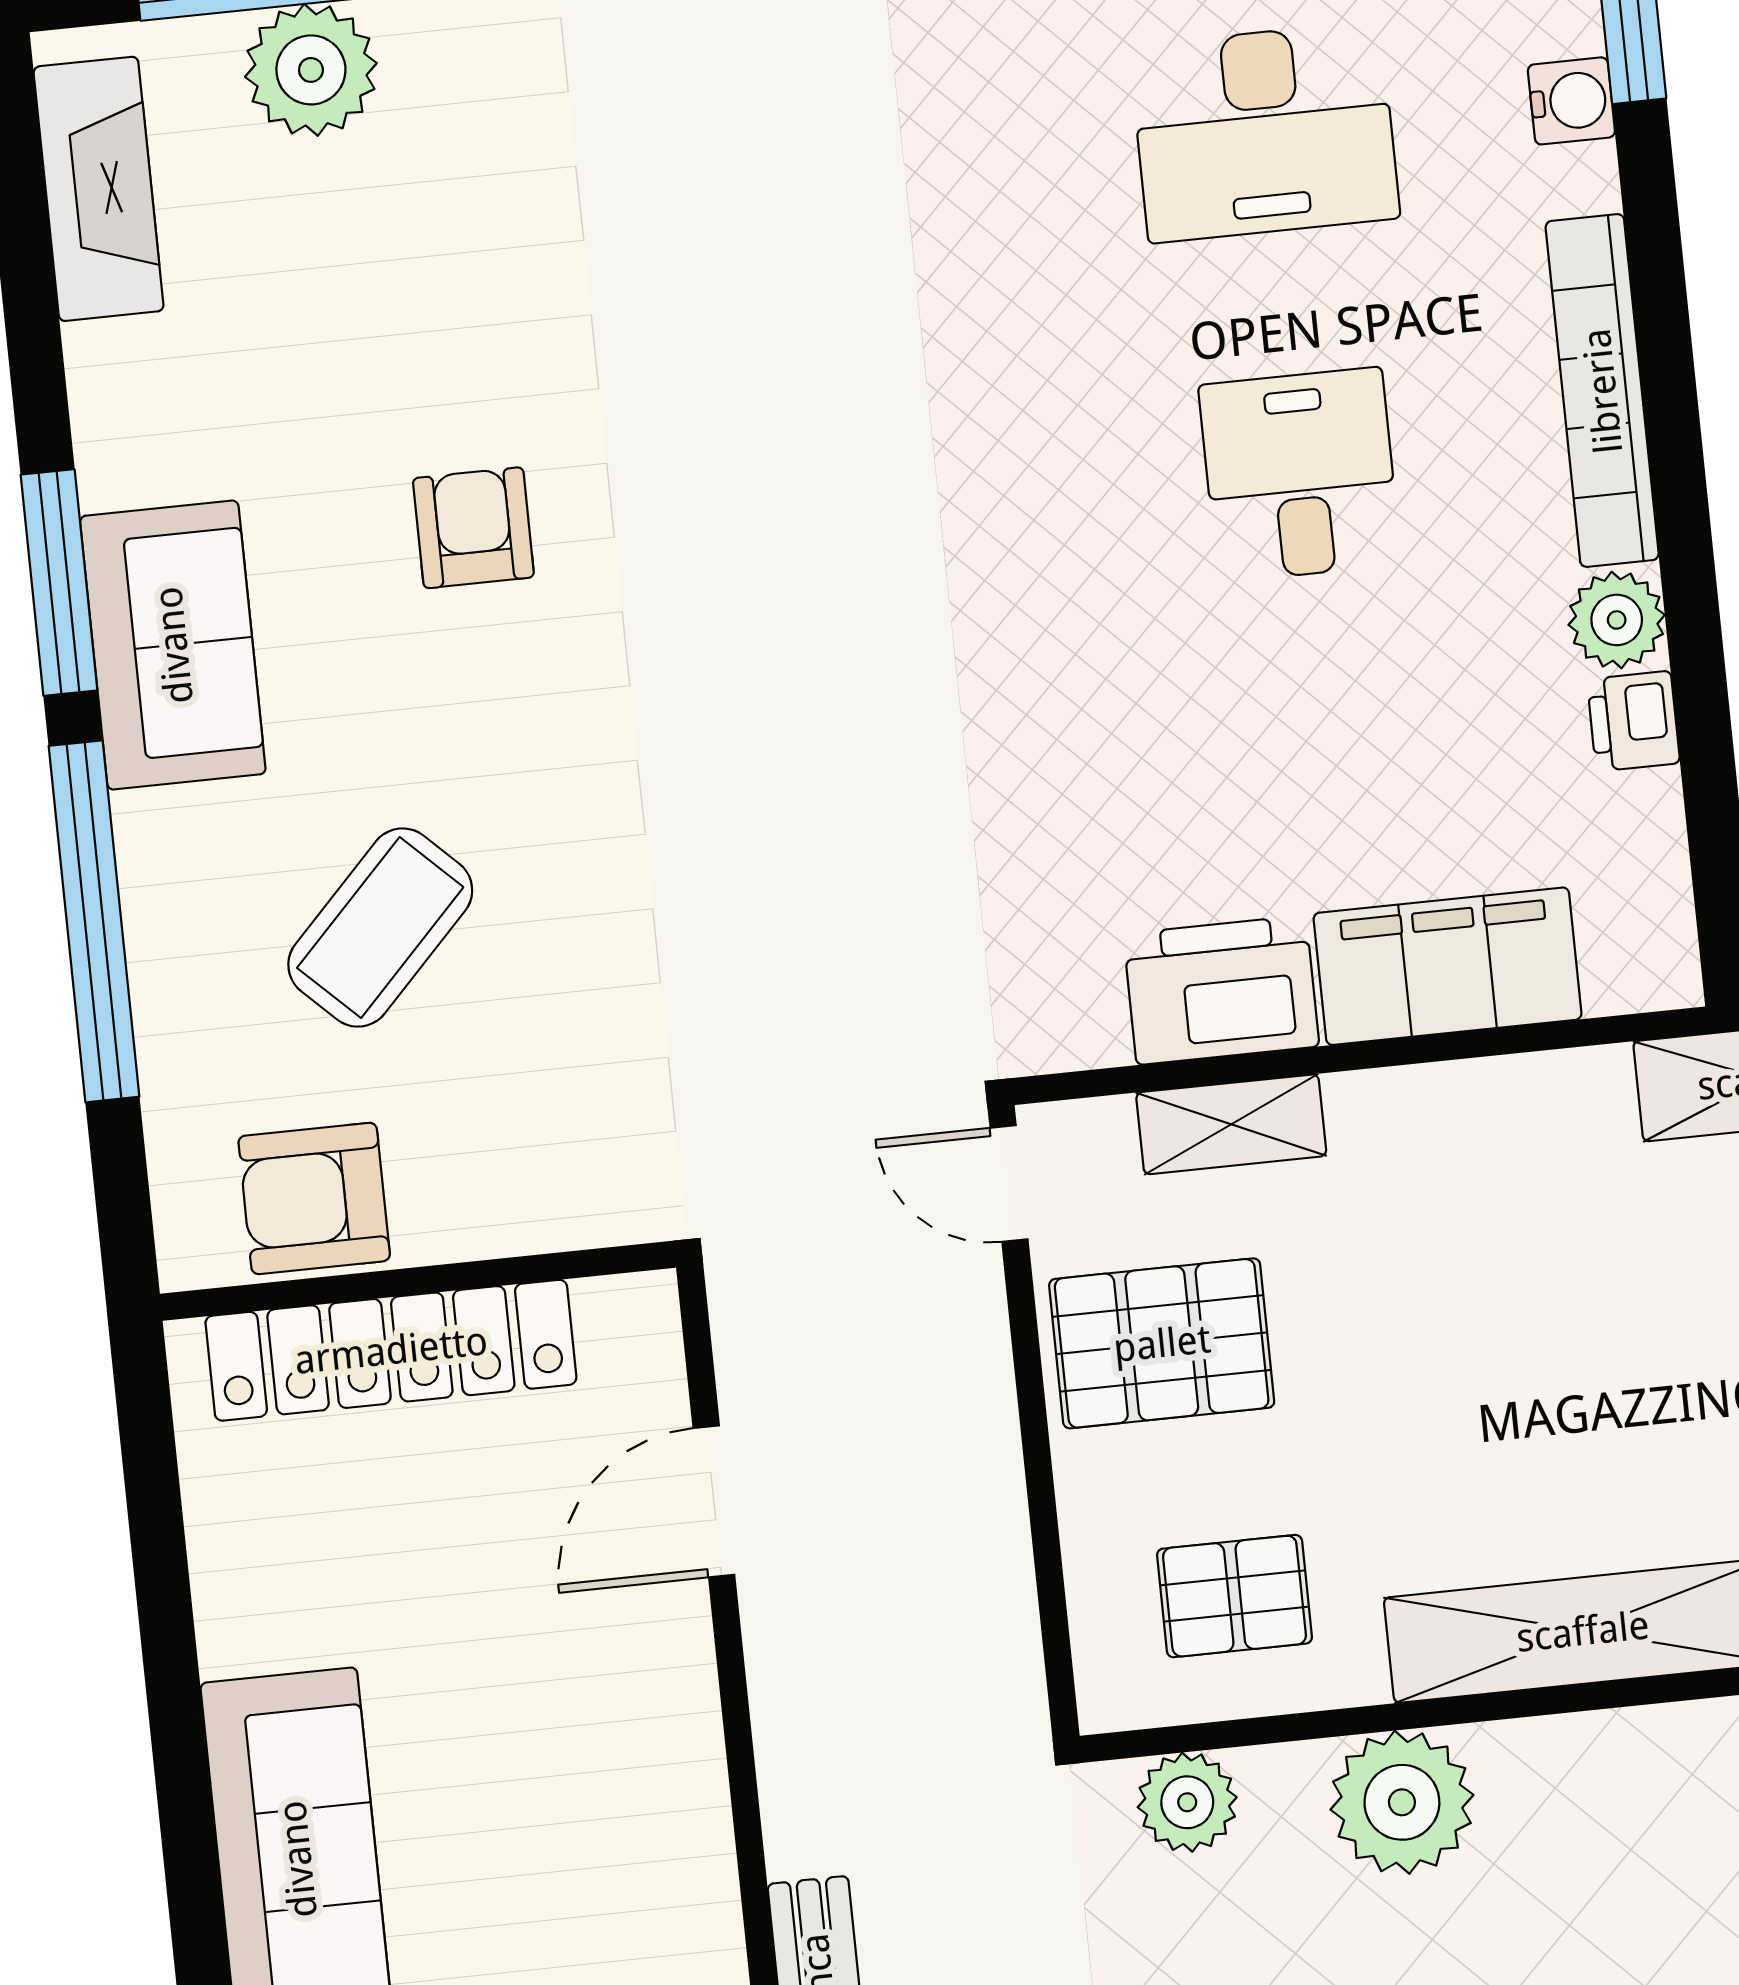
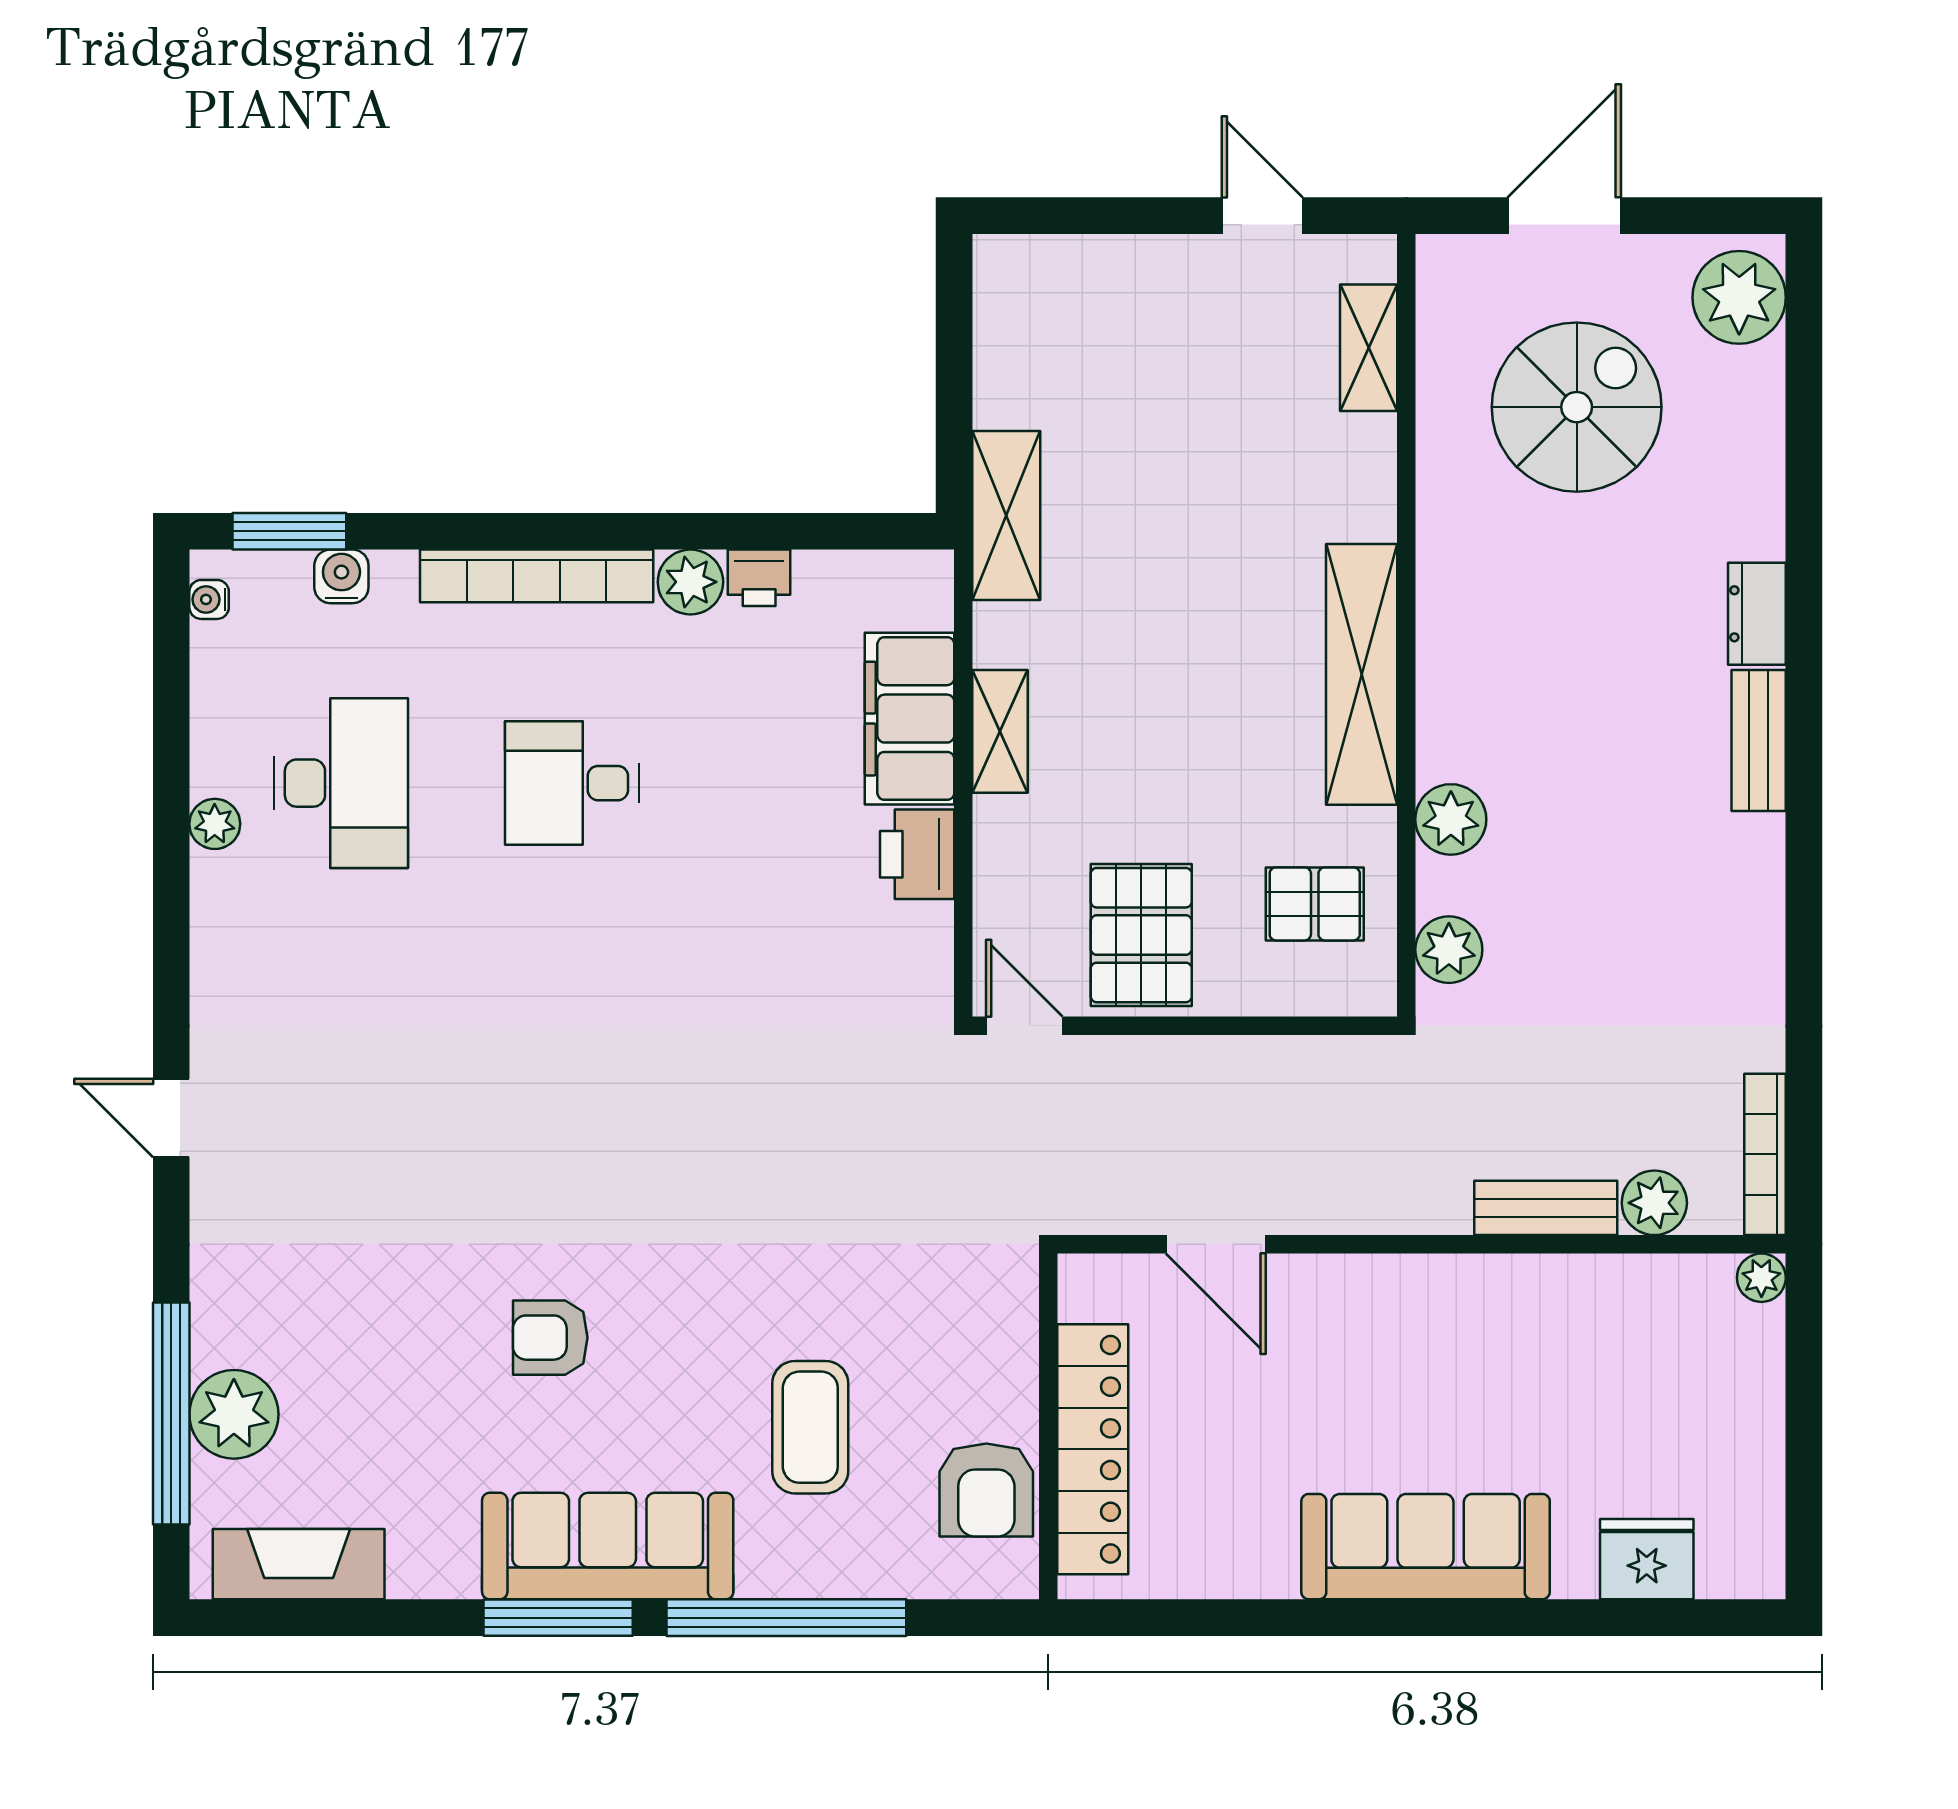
sofa: (173, 645) -> (608, 1546), width x1.36
coffee table: (380, 928) -> (810, 1427), turned 46
printer: (1221, 990) -> (917, 854), width x0.73, depth x0.84
shelving: (1231, 1124) -> (1000, 731), moved
door: (1009, 1184) -> (1024, 1026), swing flipped
pallet: (1234, 1596) -> (1315, 904), turned 90
plant: (1402, 1802) -> (1451, 819), width x0.73, depth x0.73

